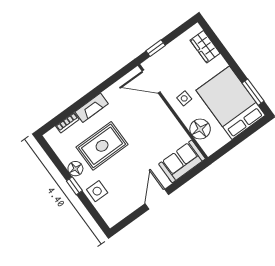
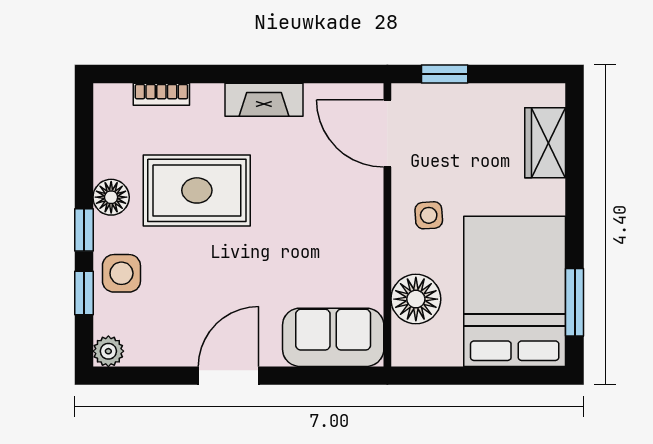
fireplace: (92, 108) -> (264, 100), moved
window: (90, 207) -> (84, 293), added
plant: (111, 220) -> (108, 351), added

